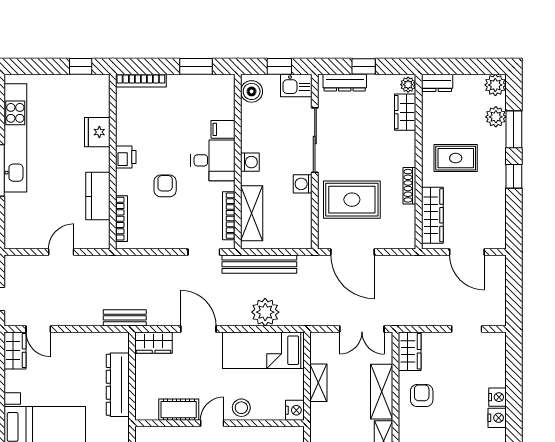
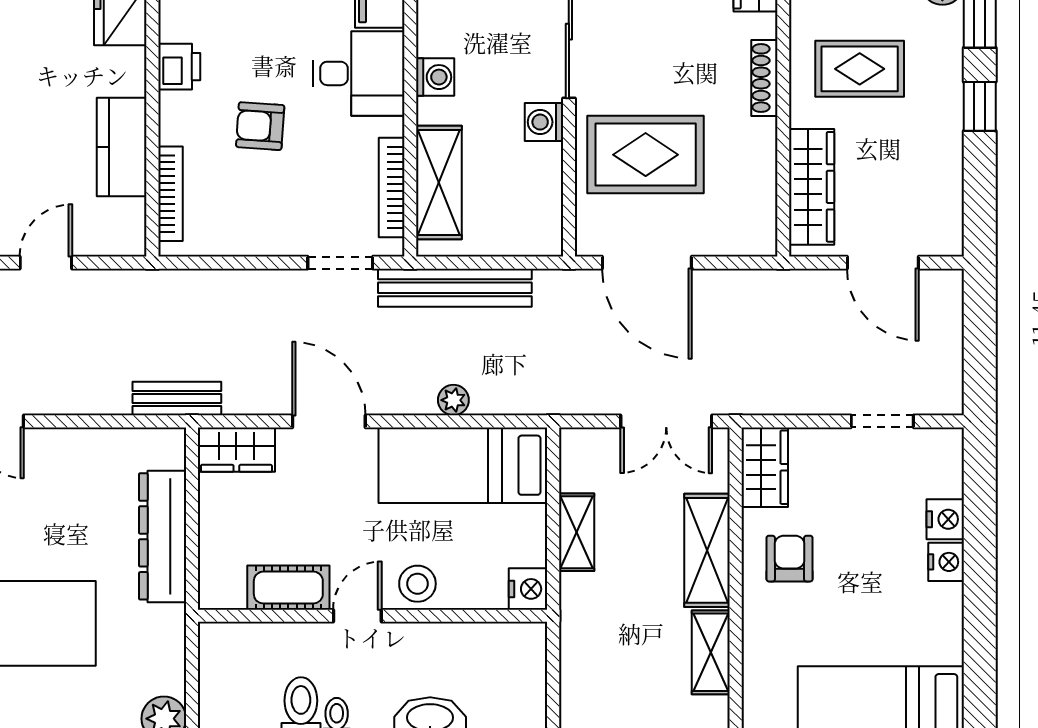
armchair: (165, 186) -> (260, 126), turned -86
shoe rack: (409, 186) -> (764, 78), moved
plant: (265, 312) -> (453, 400), width x0.53, depth x0.53
nightstand: (497, 418) -> (945, 519), moved

